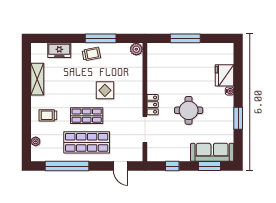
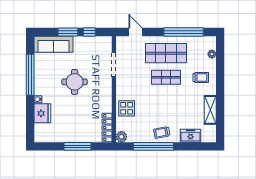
window: (101, 38) -> (153, 146), width x1.46
display table: (105, 90) -> (127, 108), moved
locker: (153, 105) -> (107, 127), moved, width x1.53
window: (238, 118) -> (30, 75), width x2.11
window: (210, 166) -> (68, 32), moved

